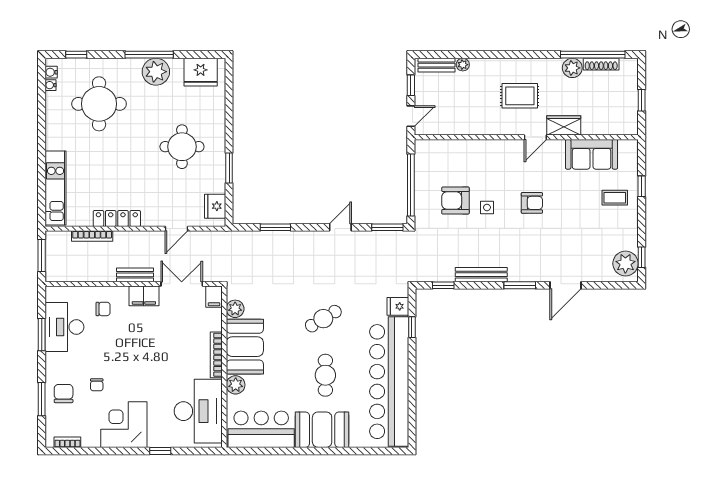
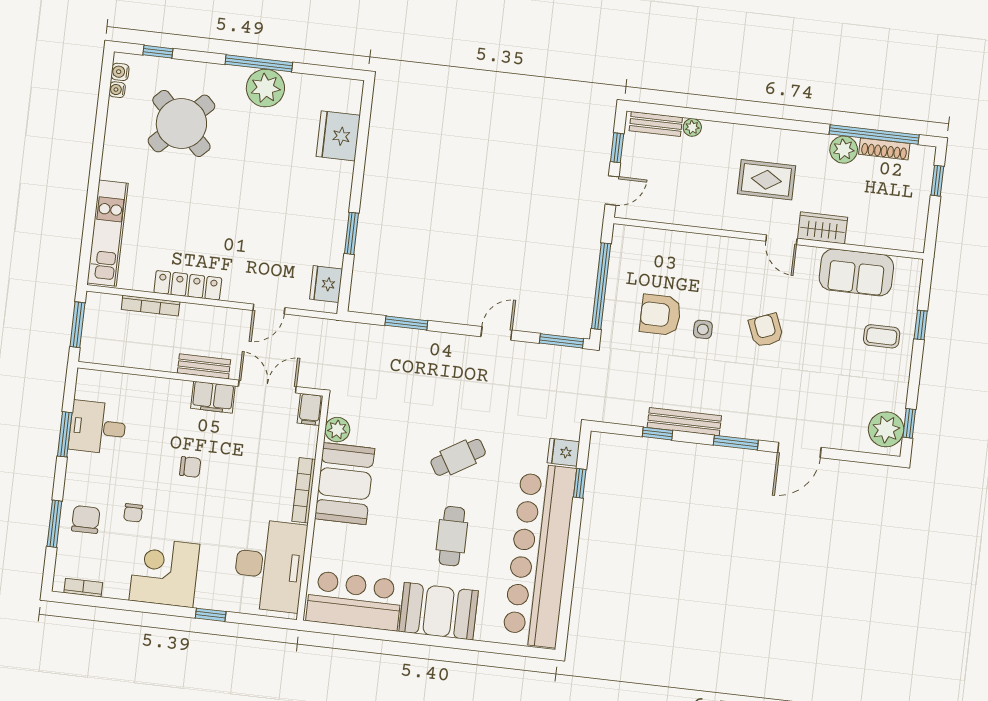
fridge: (201, 72) -> (338, 136), moved, turned 90
window: (642, 100) -> (937, 181), moved
round table: (99, 104) -> (181, 123), turned 45
door: (535, 137) -> (781, 240), hinge flipped
round table: (182, 147) -> (290, 196), removed
armchair: (532, 203) -> (766, 330), turned -112
window: (443, 285) -> (658, 434), moved
chair: (103, 309) -> (190, 467), moved
desk: (64, 327) -> (98, 427), width x0.73
plant: (236, 385) -> (326, 535), removed

